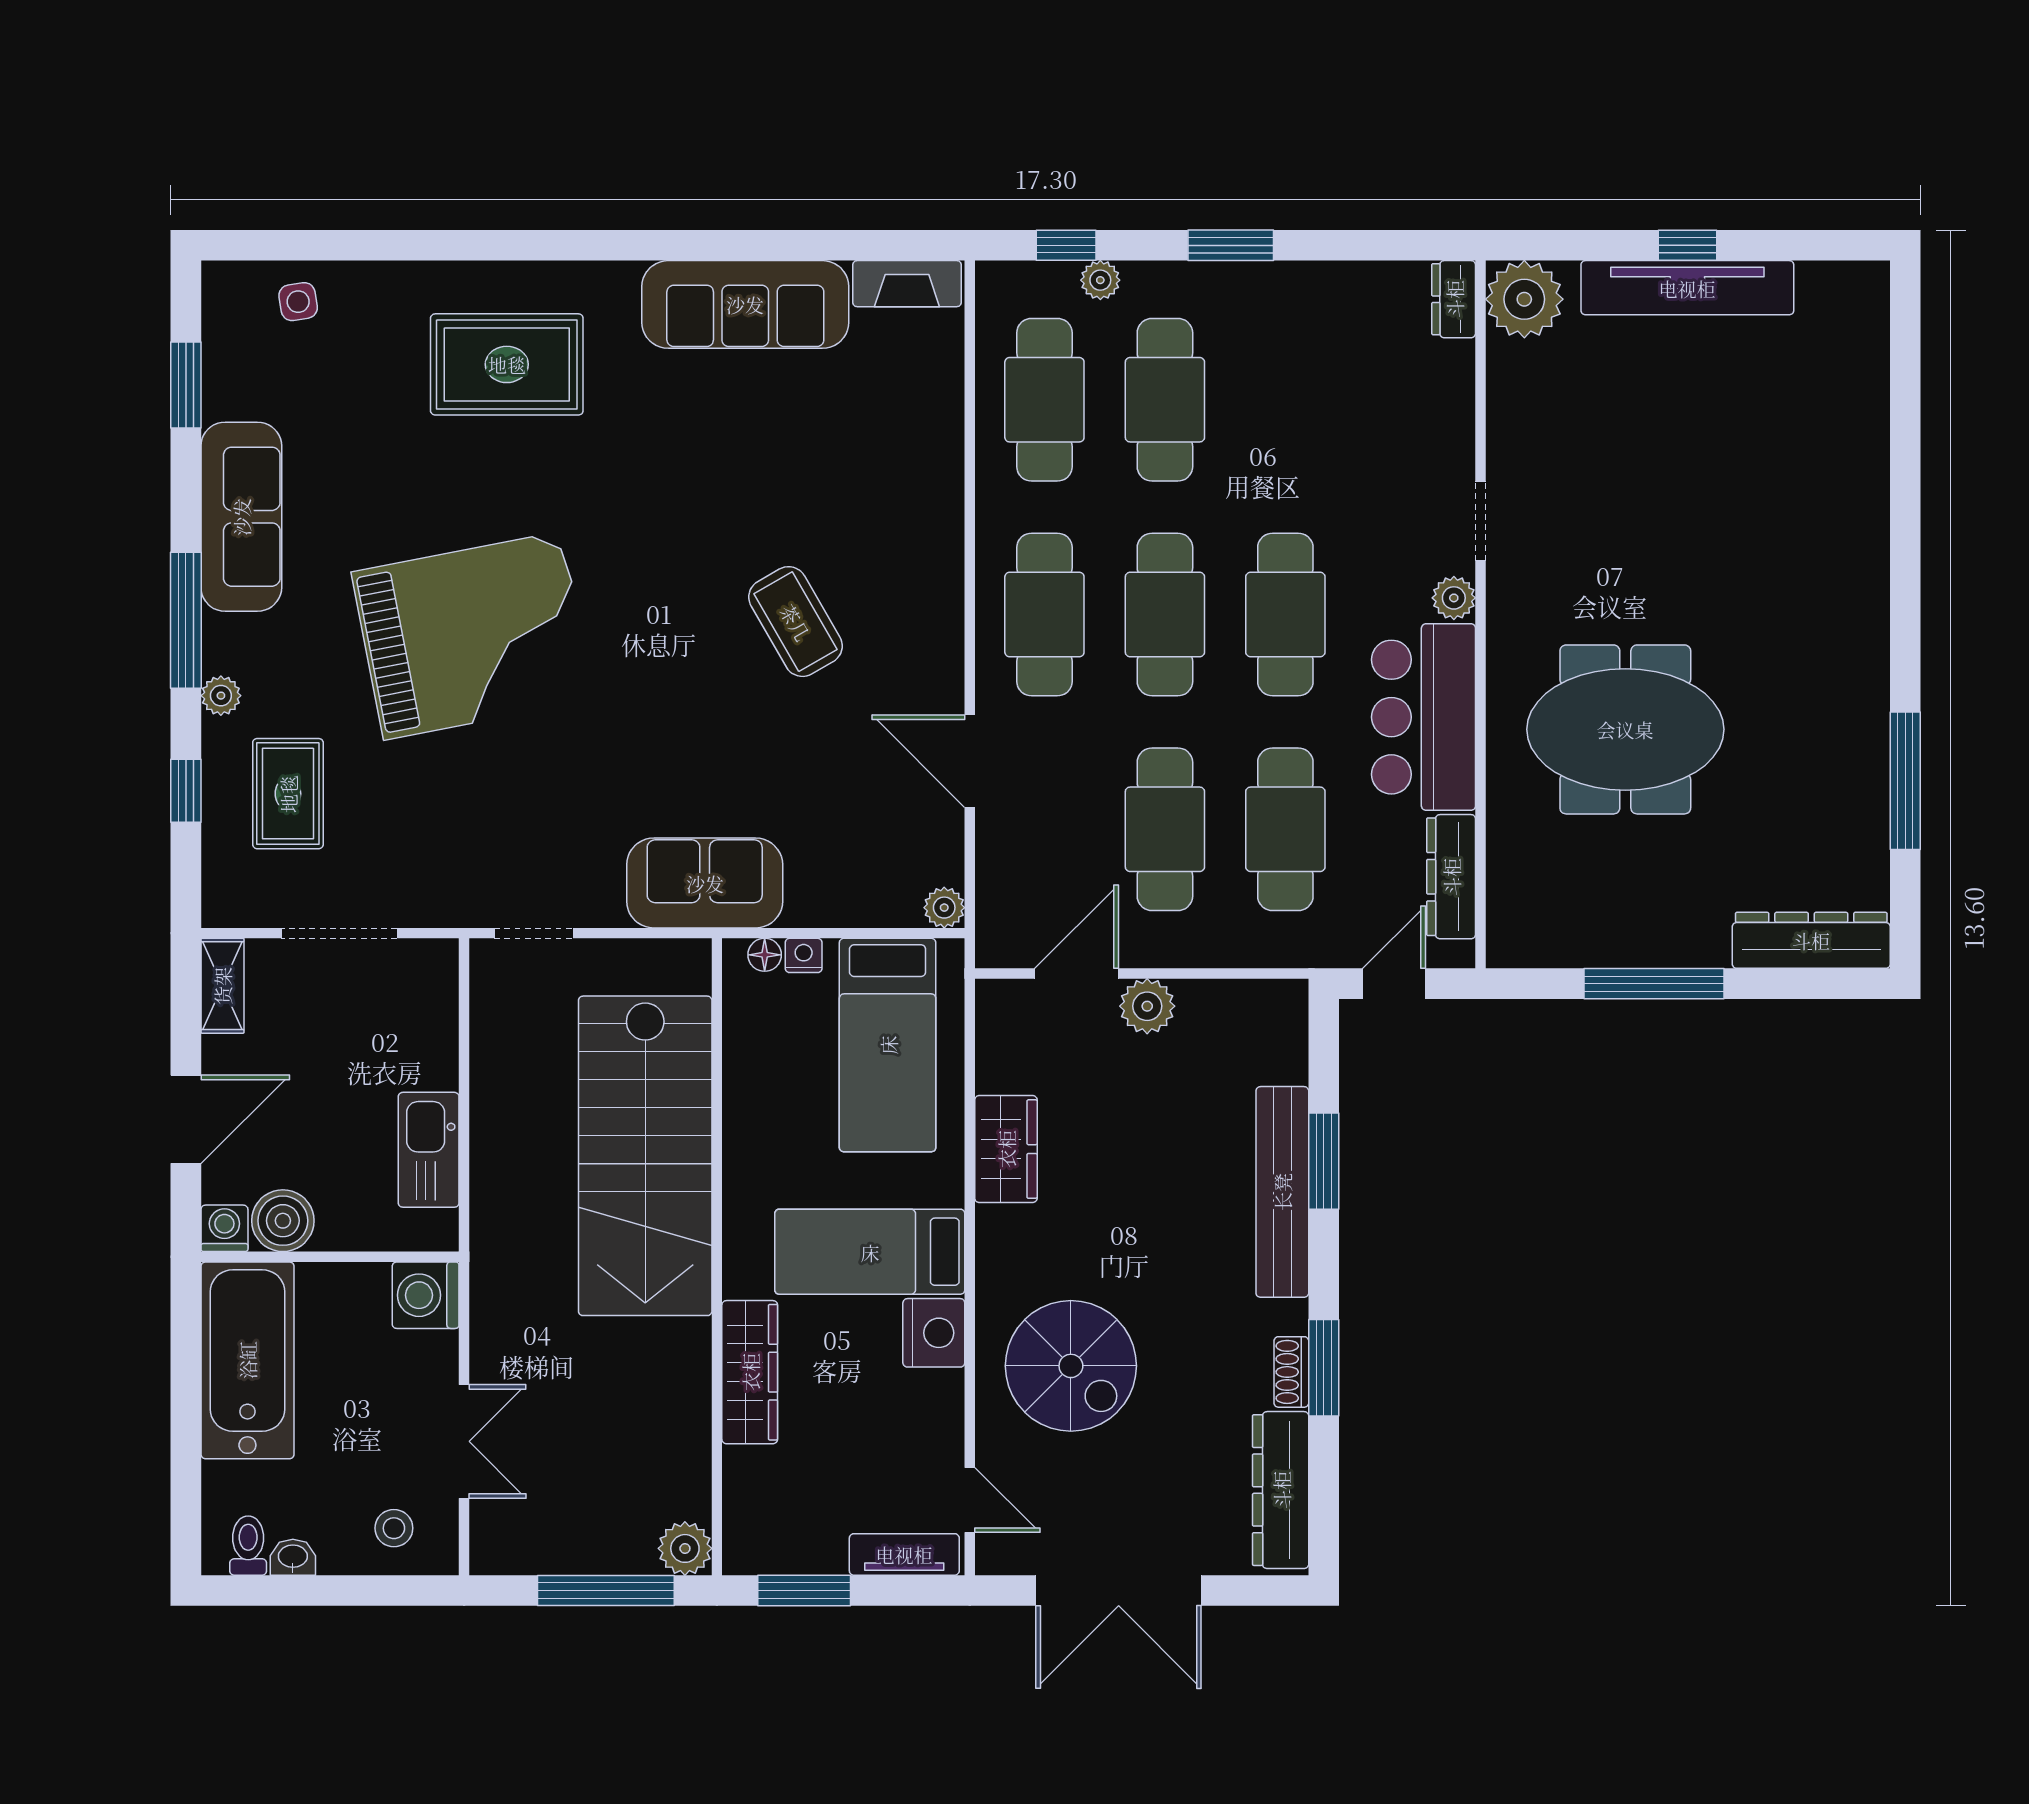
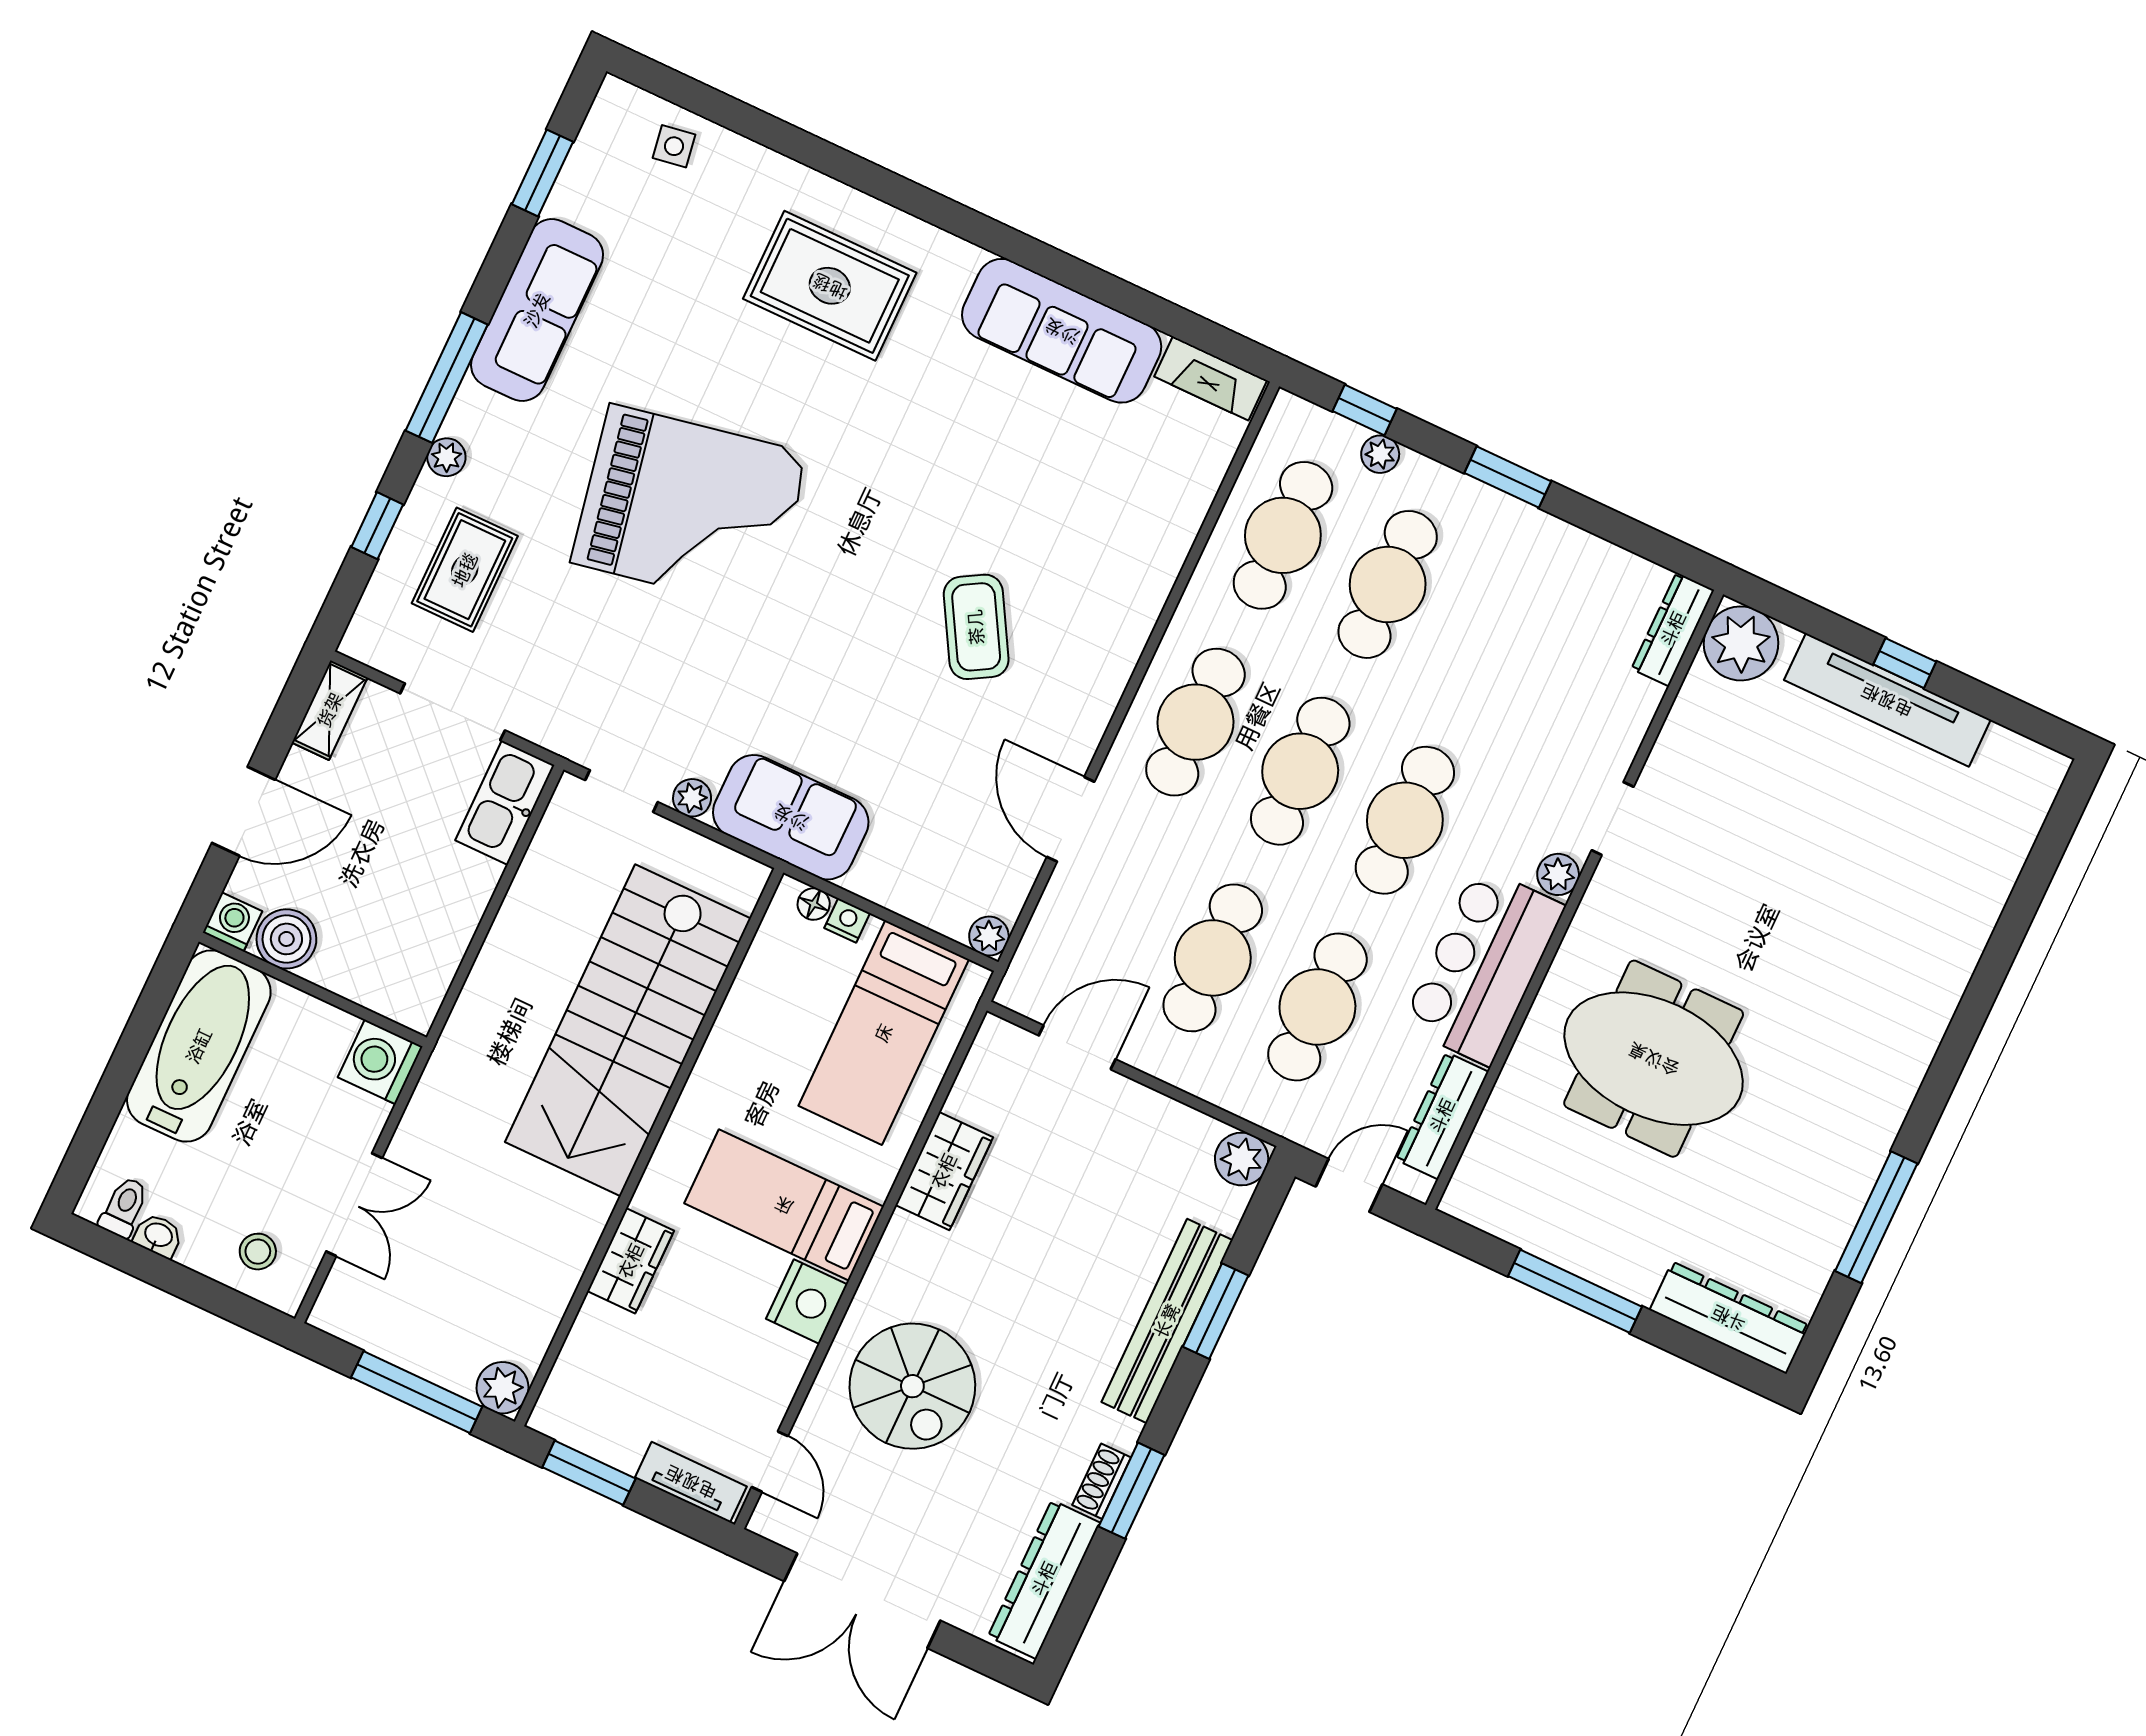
dresser: (1454, 299) -> (1673, 629), width x1.44
plant: (603, 908) -> (692, 798), added
plant: (1147, 1006) -> (1242, 1159), moved
kitchen sink: (429, 1150) -> (505, 803), moved
wardrobe: (750, 1372) -> (631, 1261), width x0.67

